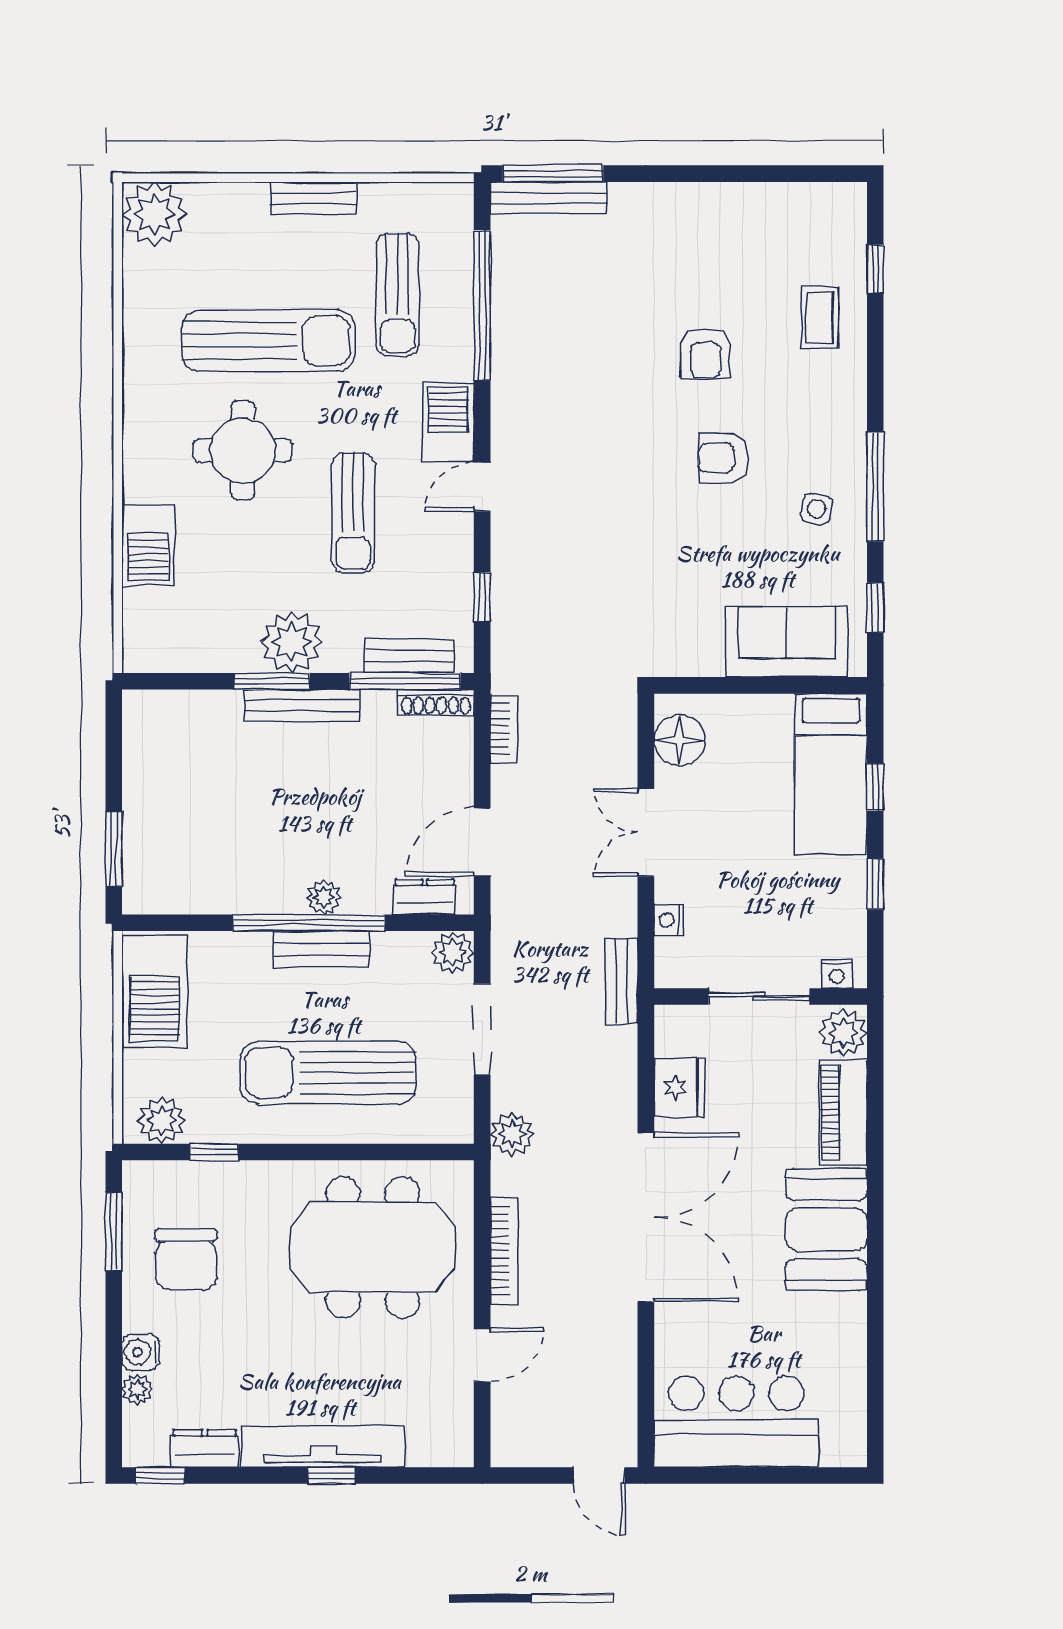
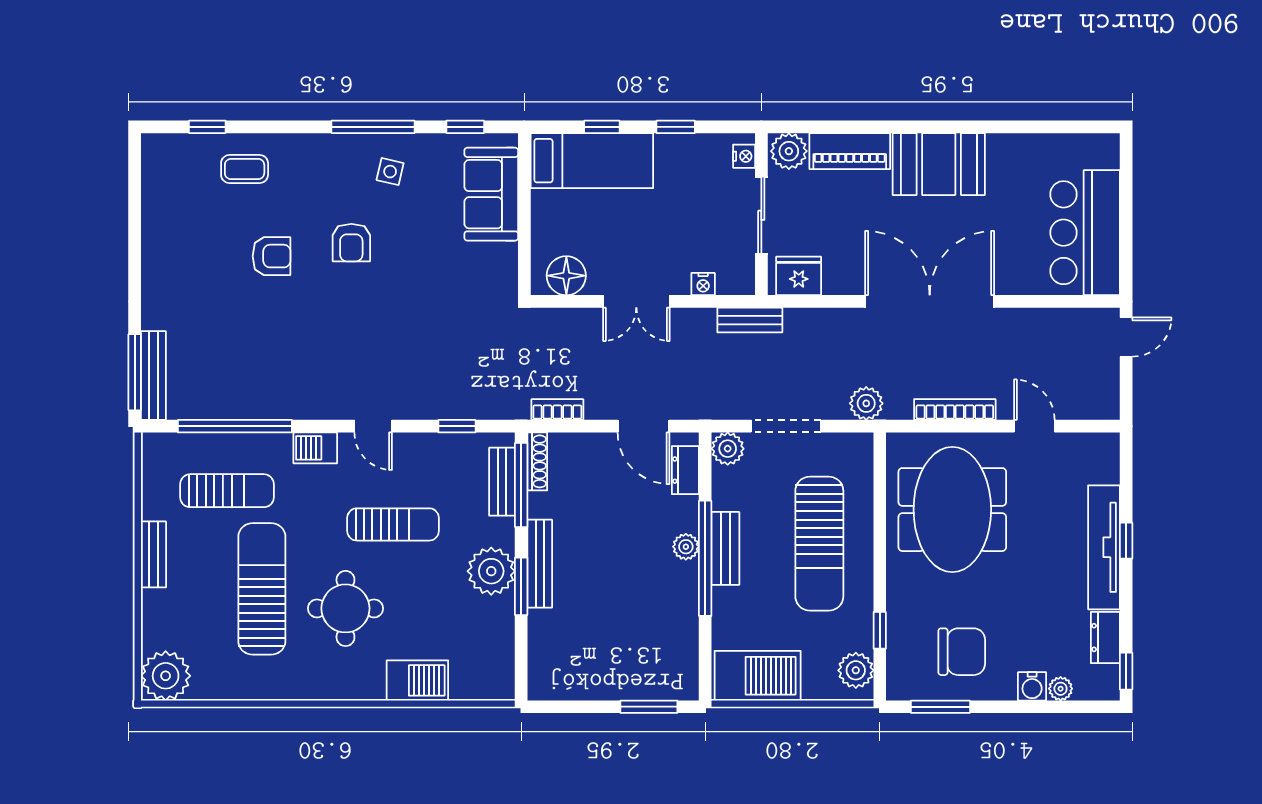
barbecue: (448, 422) -> (315, 448), width x0.73, depth x0.79
fridge: (679, 1088) -> (799, 276), moved

